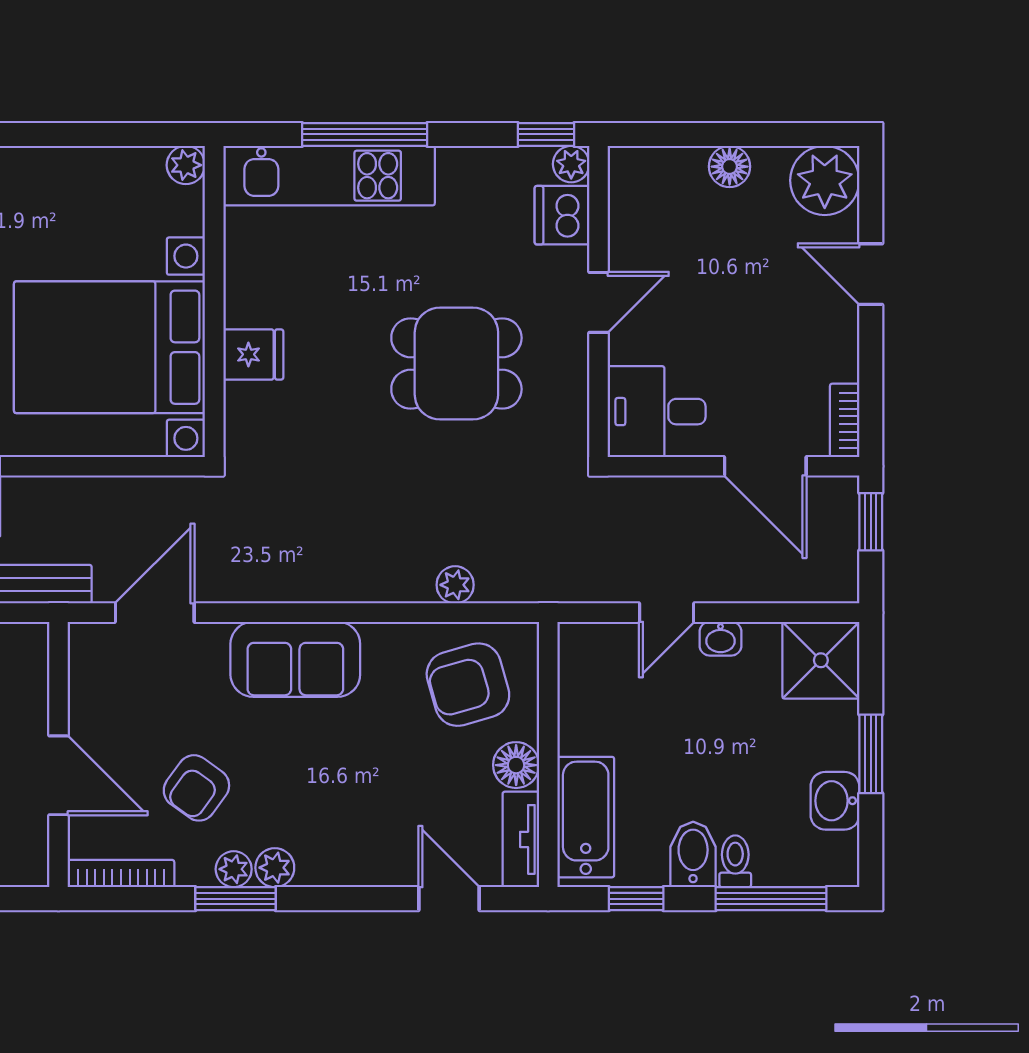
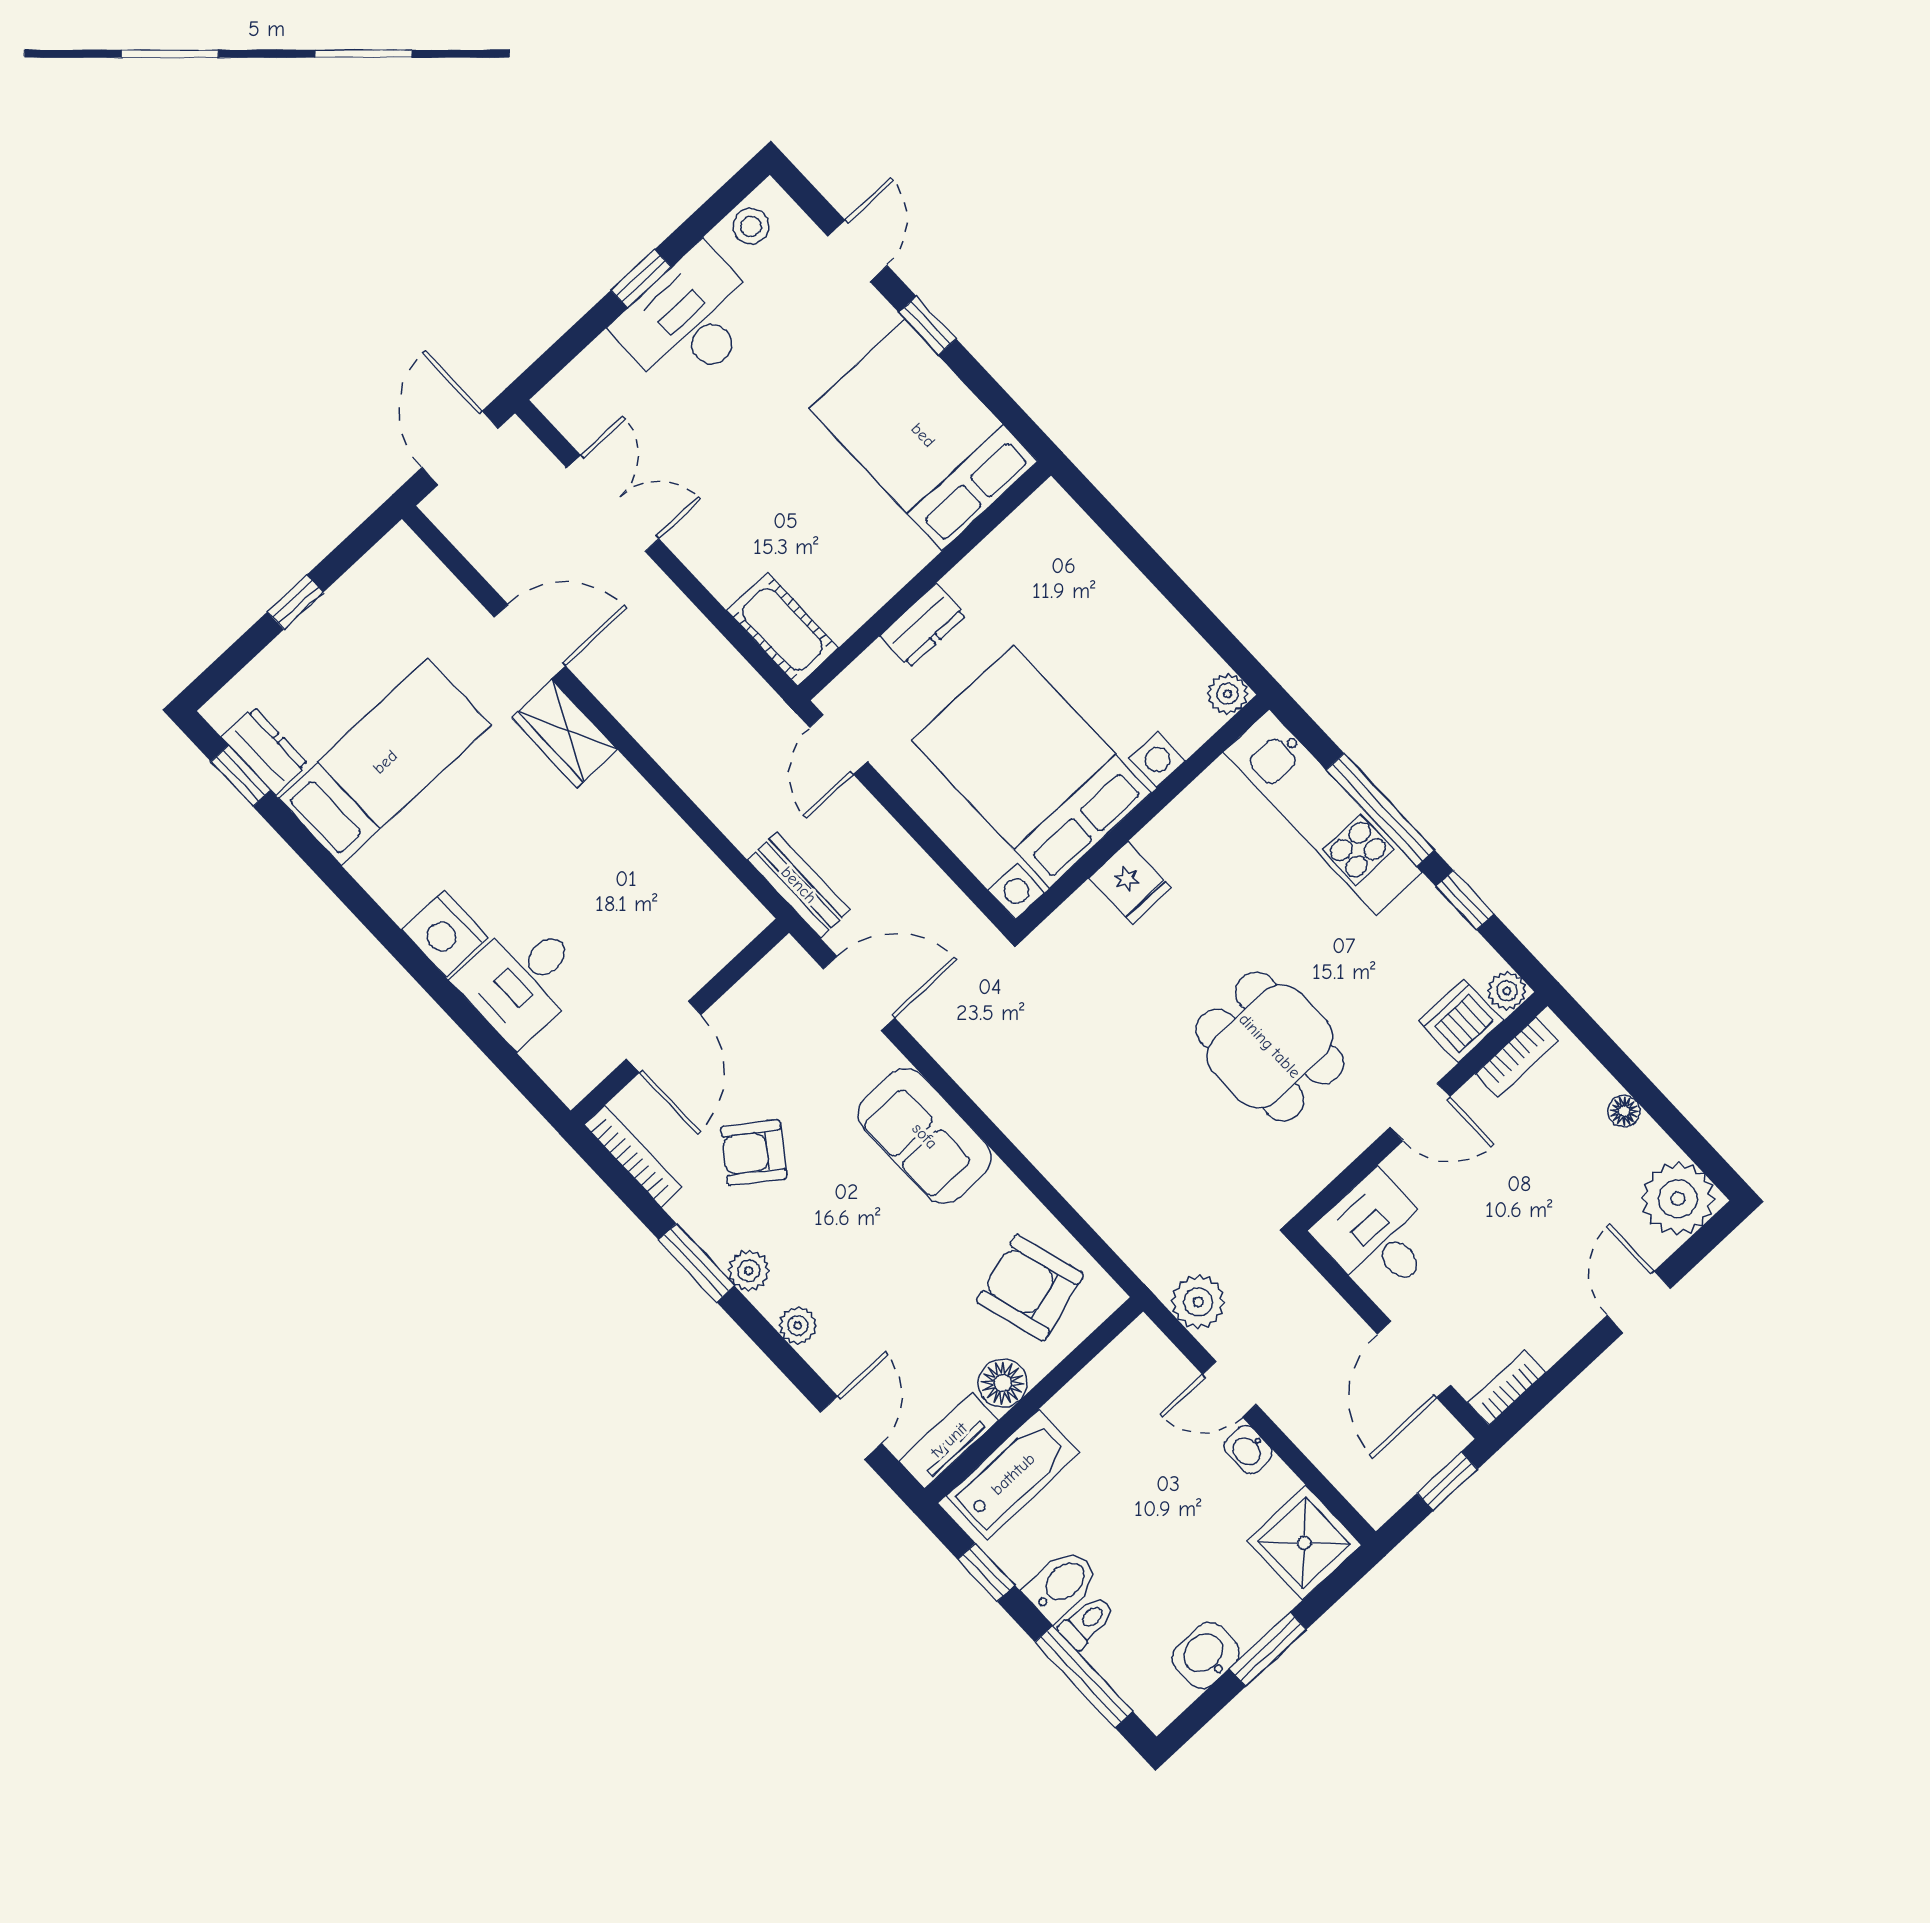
window: (546, 134) -> (1465, 900), moved
floor lamp: (730, 167) -> (1624, 1111), width x0.73, depth x0.73
bookcase: (623, 200) -> (1517, 1057), added
plant: (455, 585) -> (1198, 1302), moved, width x1.38, depth x1.38
plant: (234, 869) -> (798, 1325), moved

